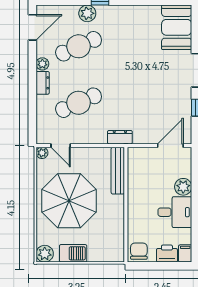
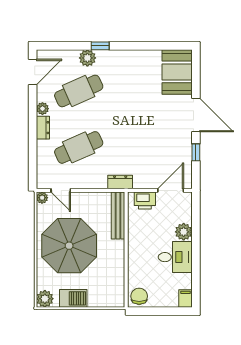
printer: (167, 254) -> (145, 201), moved, turned 180

